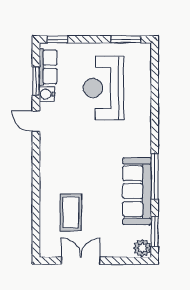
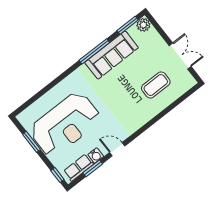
window: (126, 39) -> (31, 142), moved
reception desk: (103, 88) -> (65, 124), width x1.36, depth x1.30
door: (36, 121) -> (117, 149), swing flipped
double door: (81, 261) -> (180, 56), swing flipped

